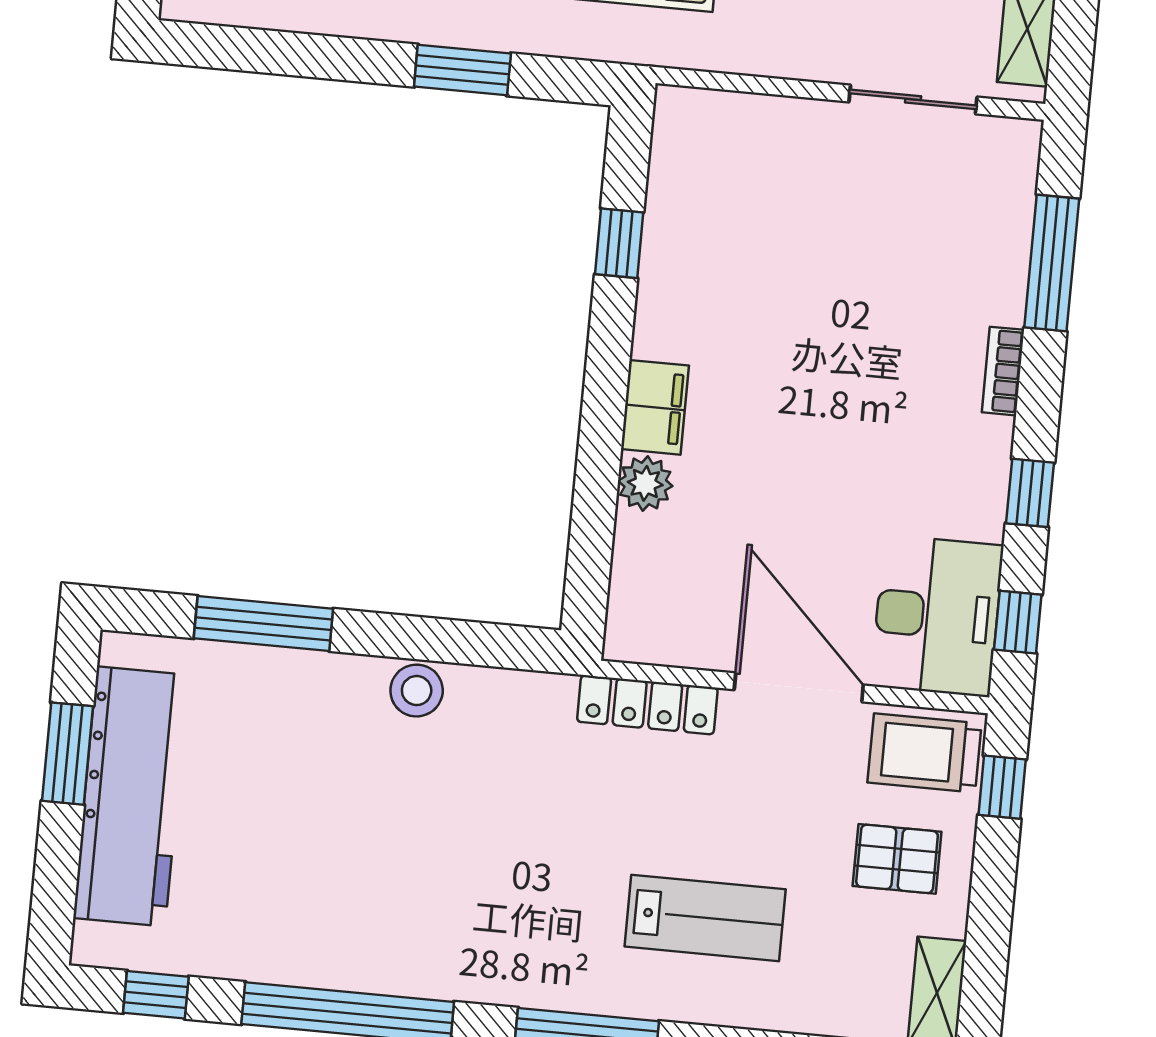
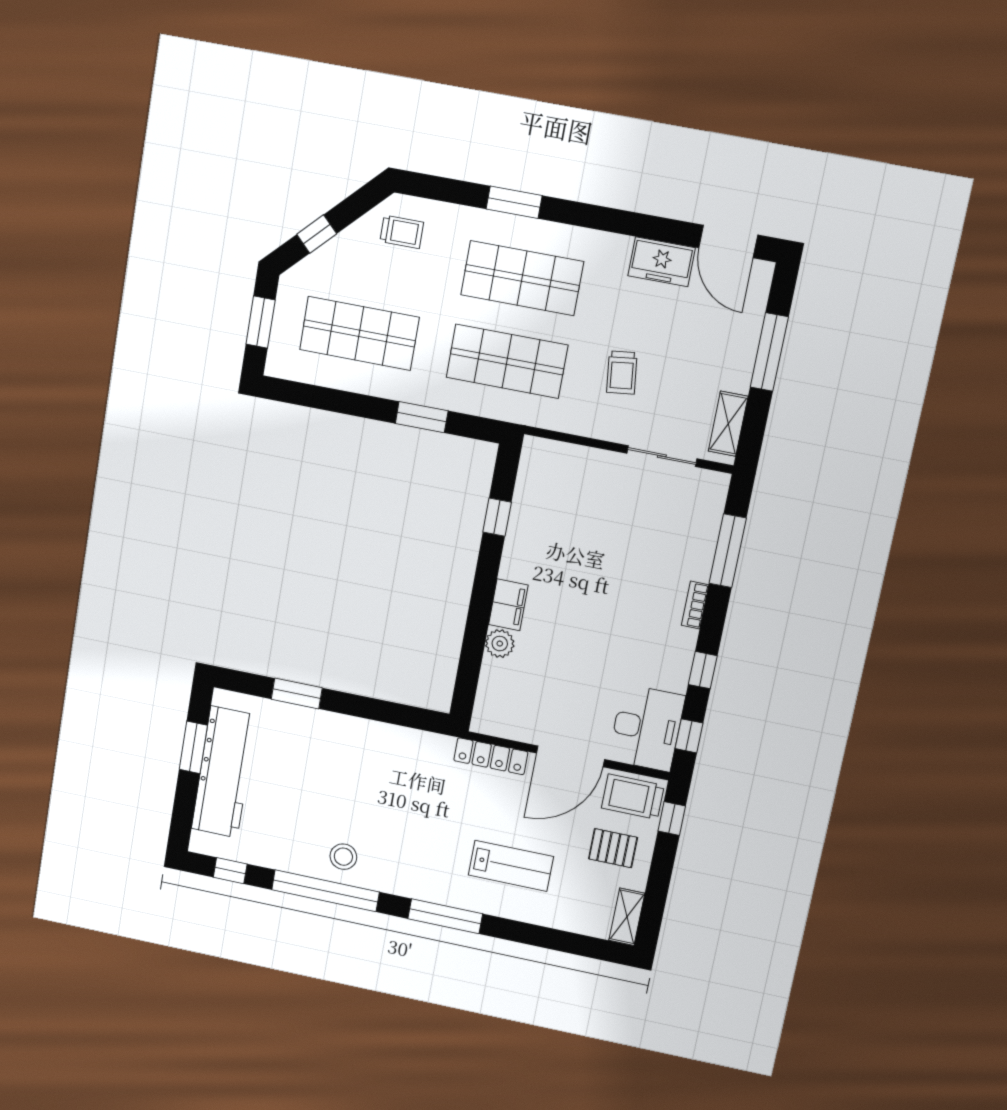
window: (263, 623) -> (297, 693), width x0.69
door: (799, 687) -> (570, 756), swing flipped
stool: (417, 691) -> (343, 857), moved

